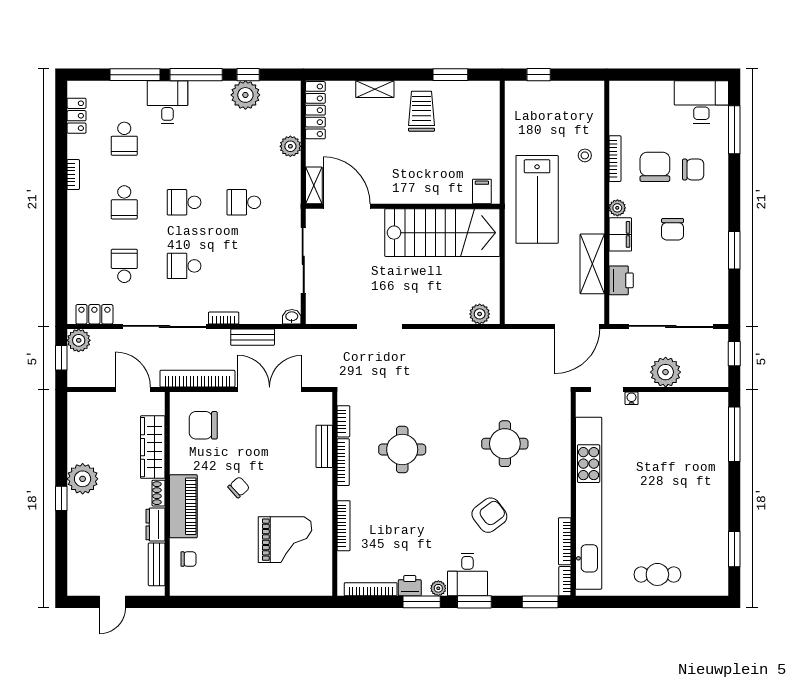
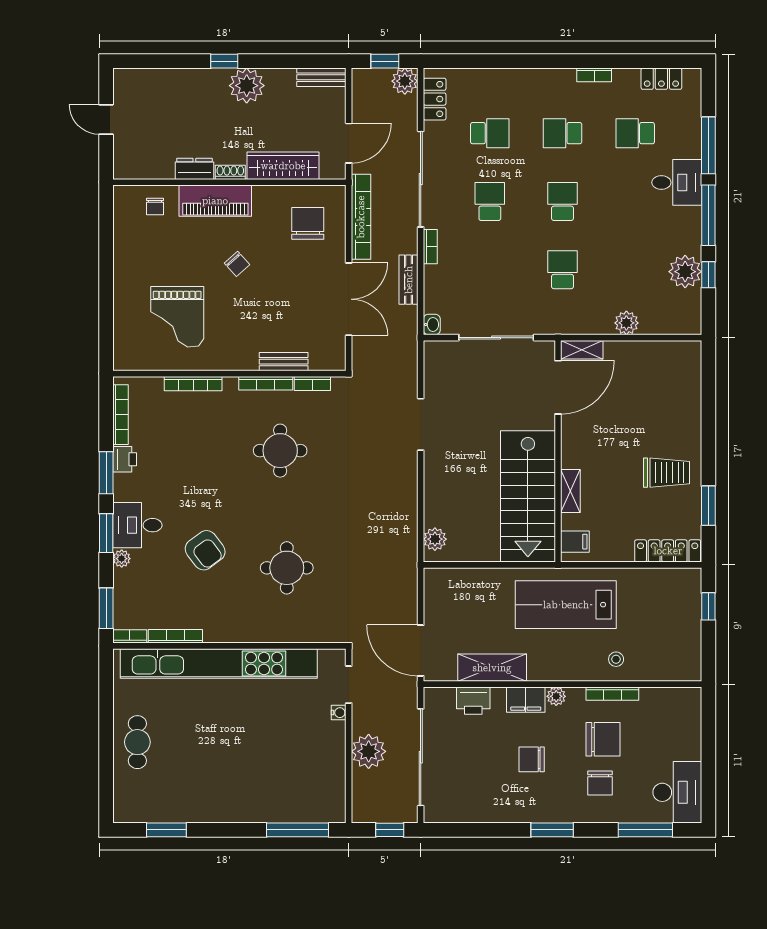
shelving: (375, 89) -> (570, 491), moved
locker: (315, 110) -> (668, 551), moved, turned 180
window: (734, 250) -> (552, 830), moved
bench: (157, 564) -> (321, 77), moved
plant: (438, 588) -> (122, 559), moved

